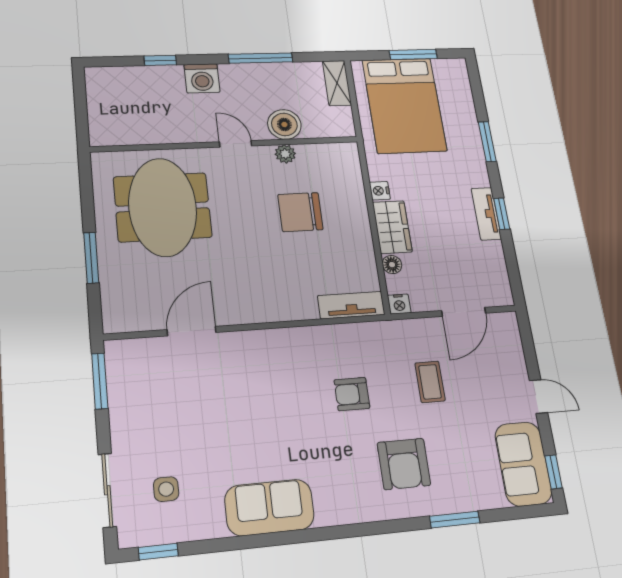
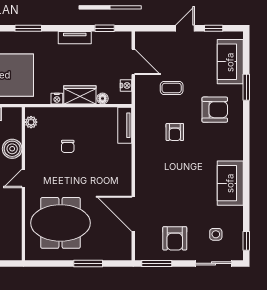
plant: (285, 154) -> (31, 122), moved
chair: (300, 212) -> (68, 146), width x0.54, depth x0.54
window: (502, 214) -> (105, 28), moved
nightstand: (399, 304) -> (126, 86), moved
door: (192, 331) -> (133, 214), width x1.36
armchair: (151, 411) -> (175, 238), added
sofa: (523, 464) -> (230, 62), moved, turned 90
window: (553, 472) -> (214, 28), moved

